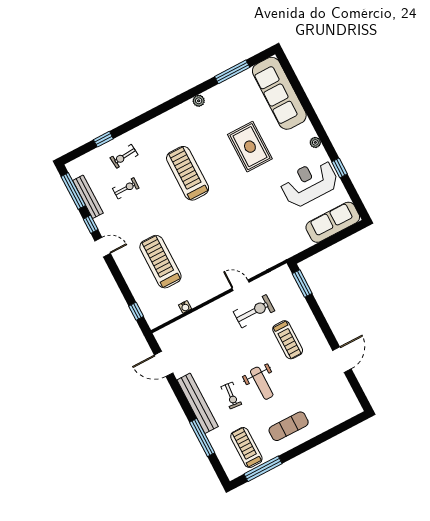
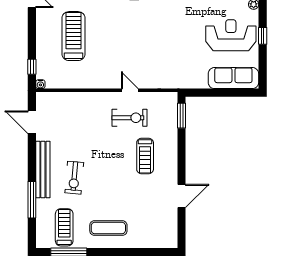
water cooler: (185, 307) -> (40, 84), moved
weight bench: (262, 383) -> (105, 181), removed
exercise bike: (231, 395) -> (74, 178), width x1.38, depth x1.39

